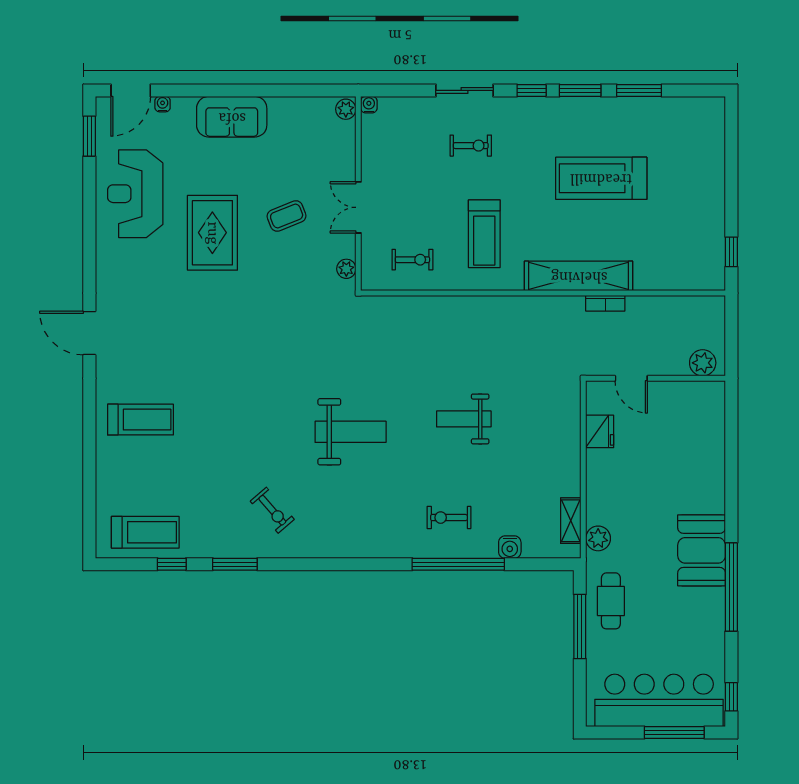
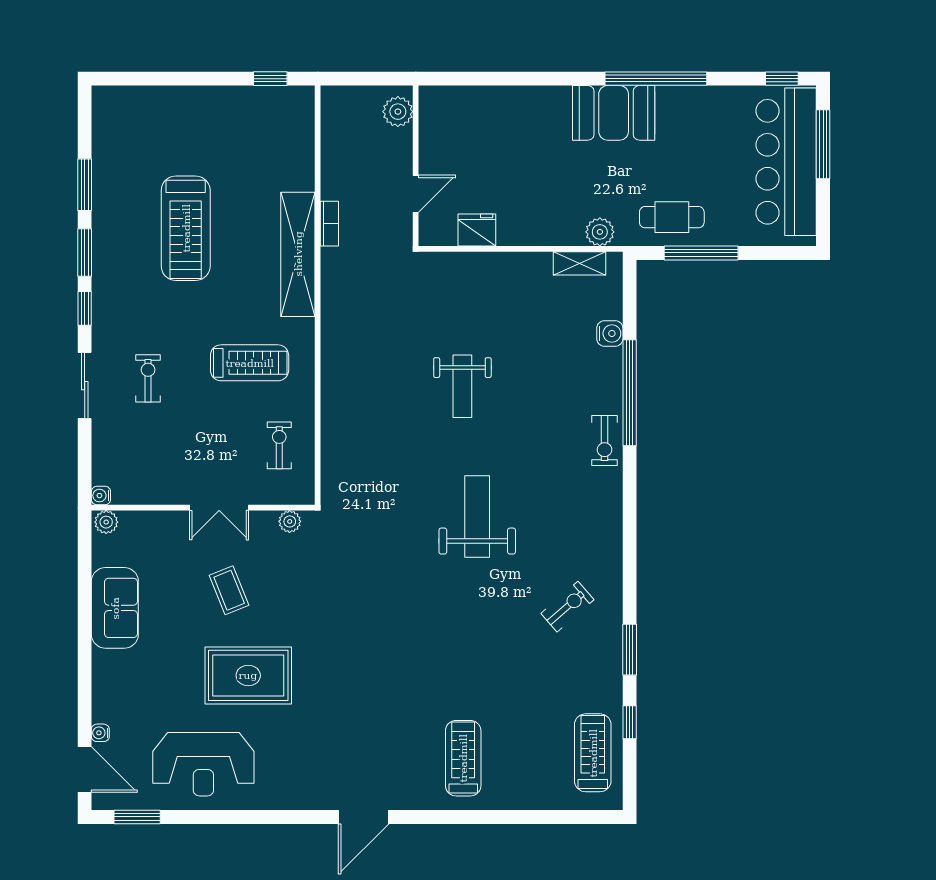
sofa: (232, 117) -> (115, 608), moved
exercise bike: (449, 518) -> (605, 441), moved

